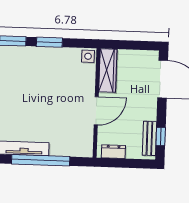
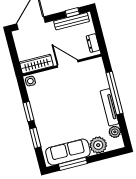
bench: (149, 138) -> (72, 21), width x1.36

